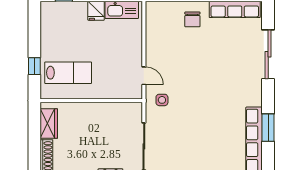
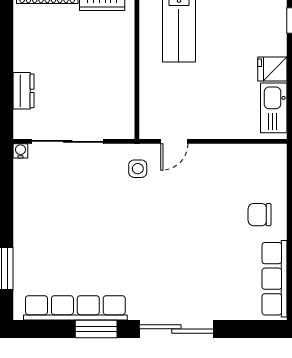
sliding door: (268, 54) -> (176, 329), moved

